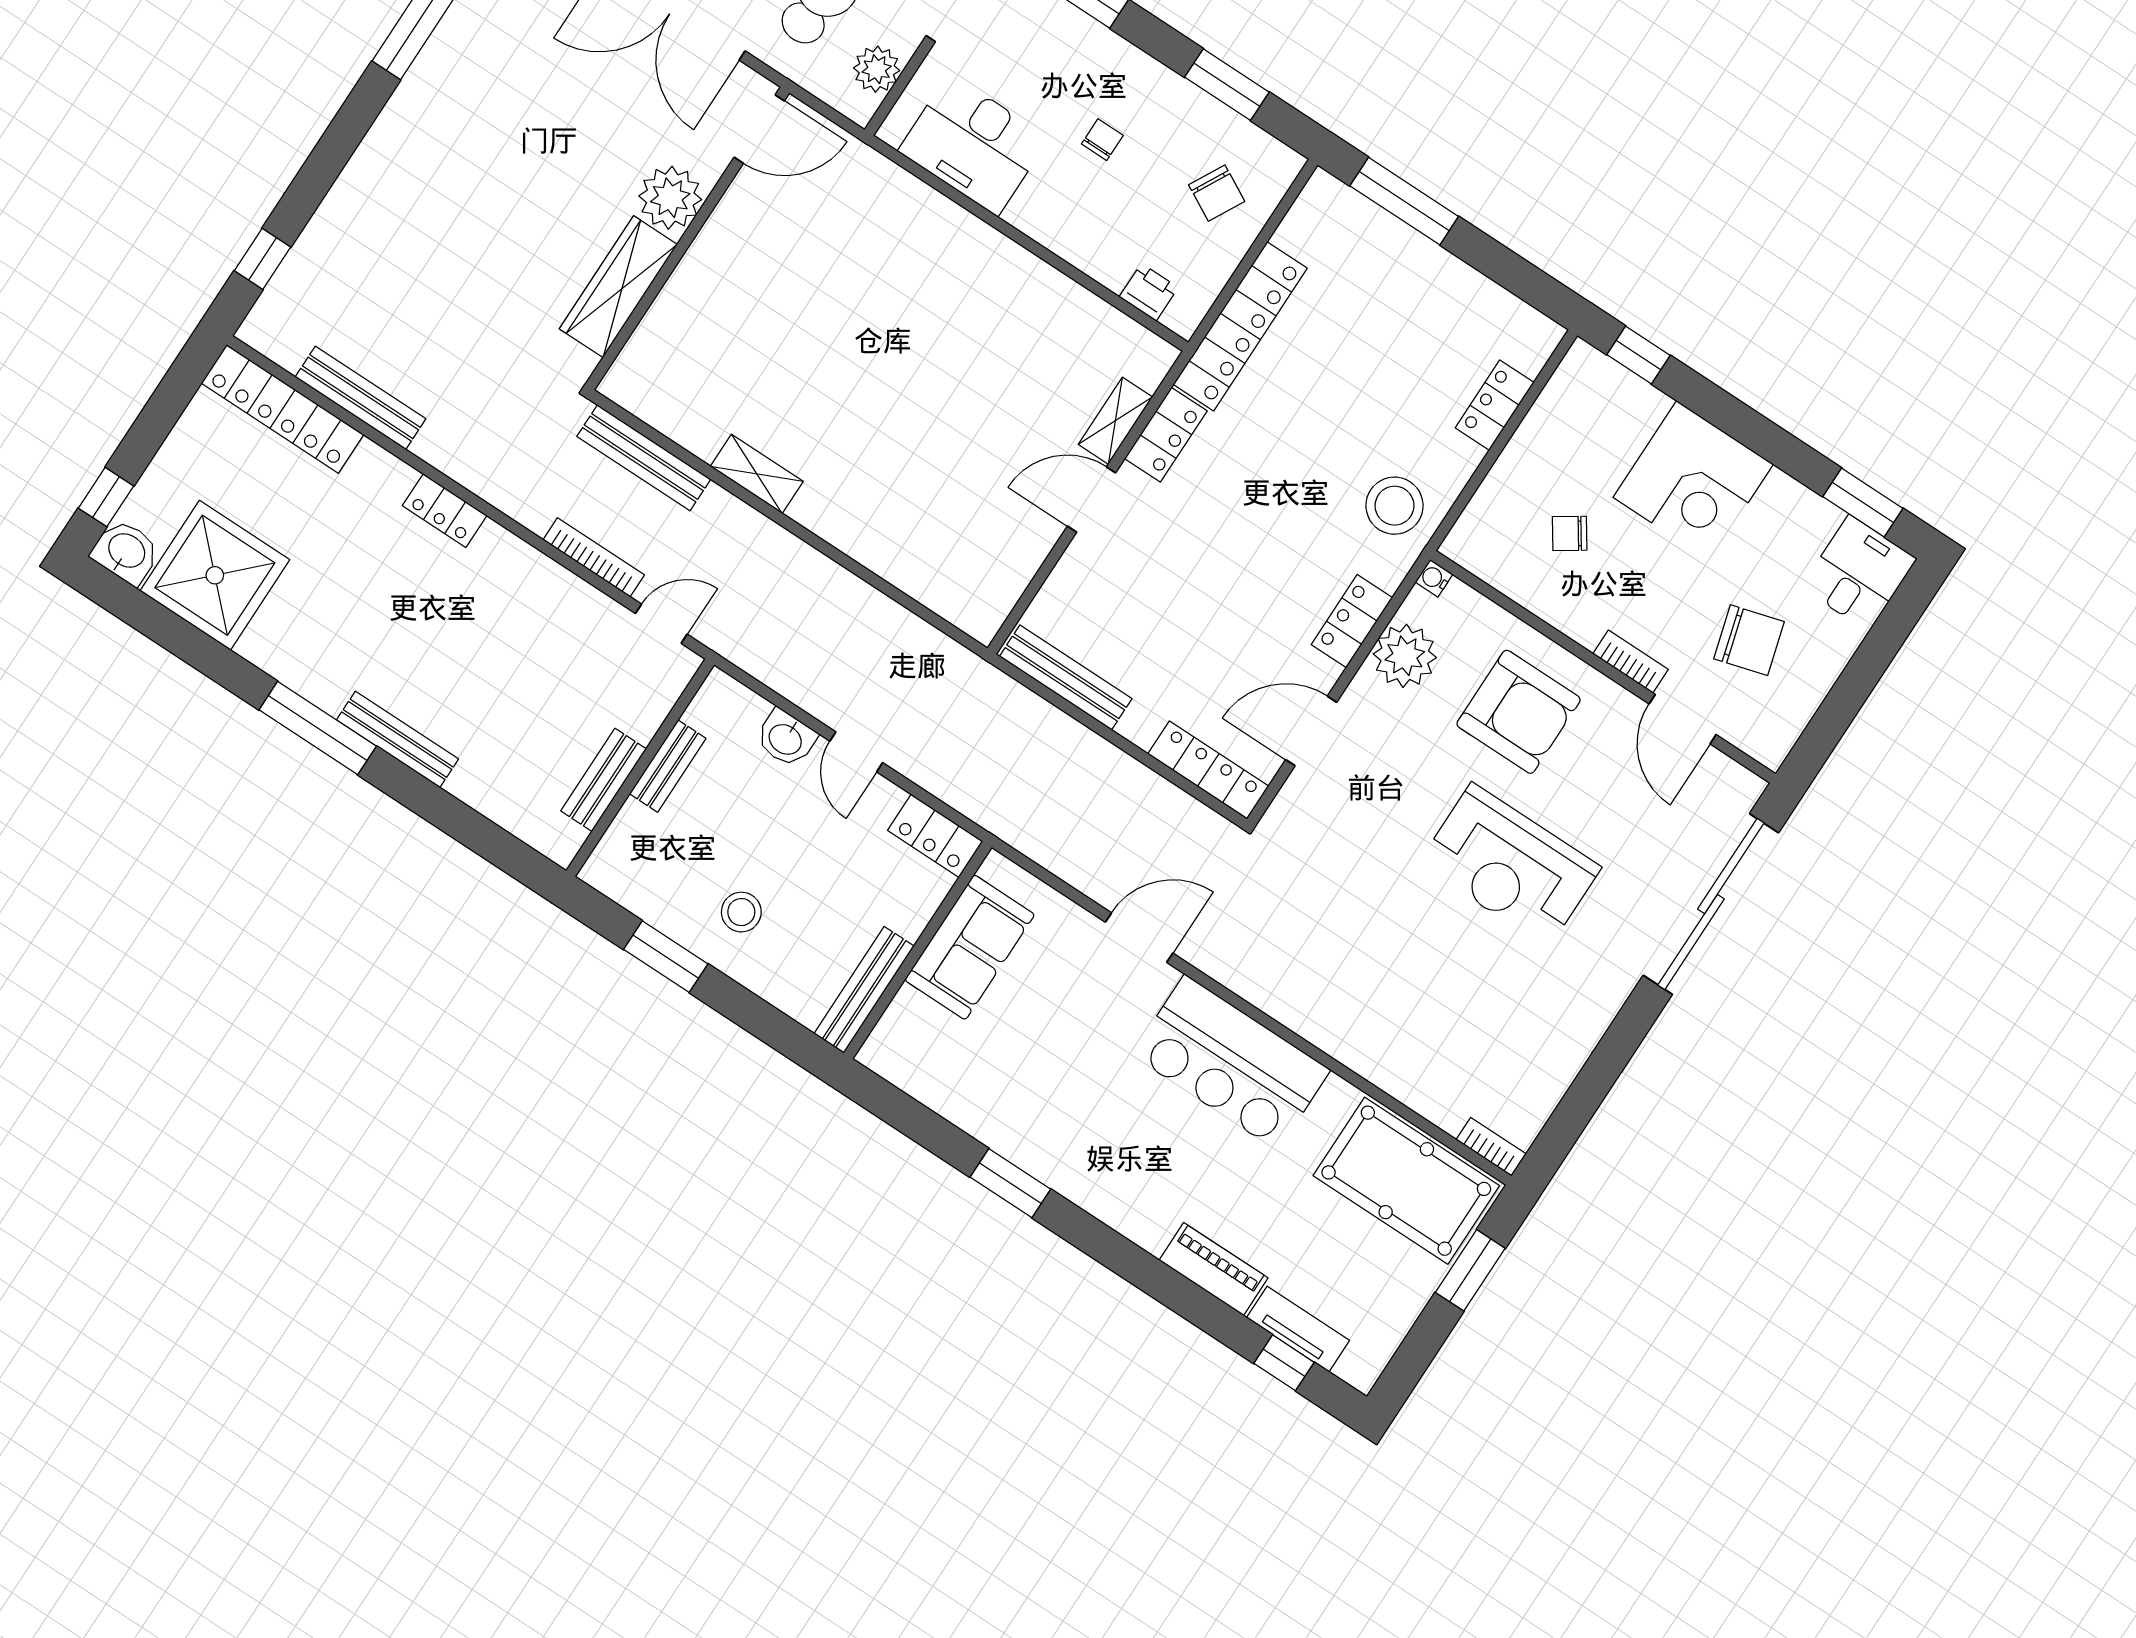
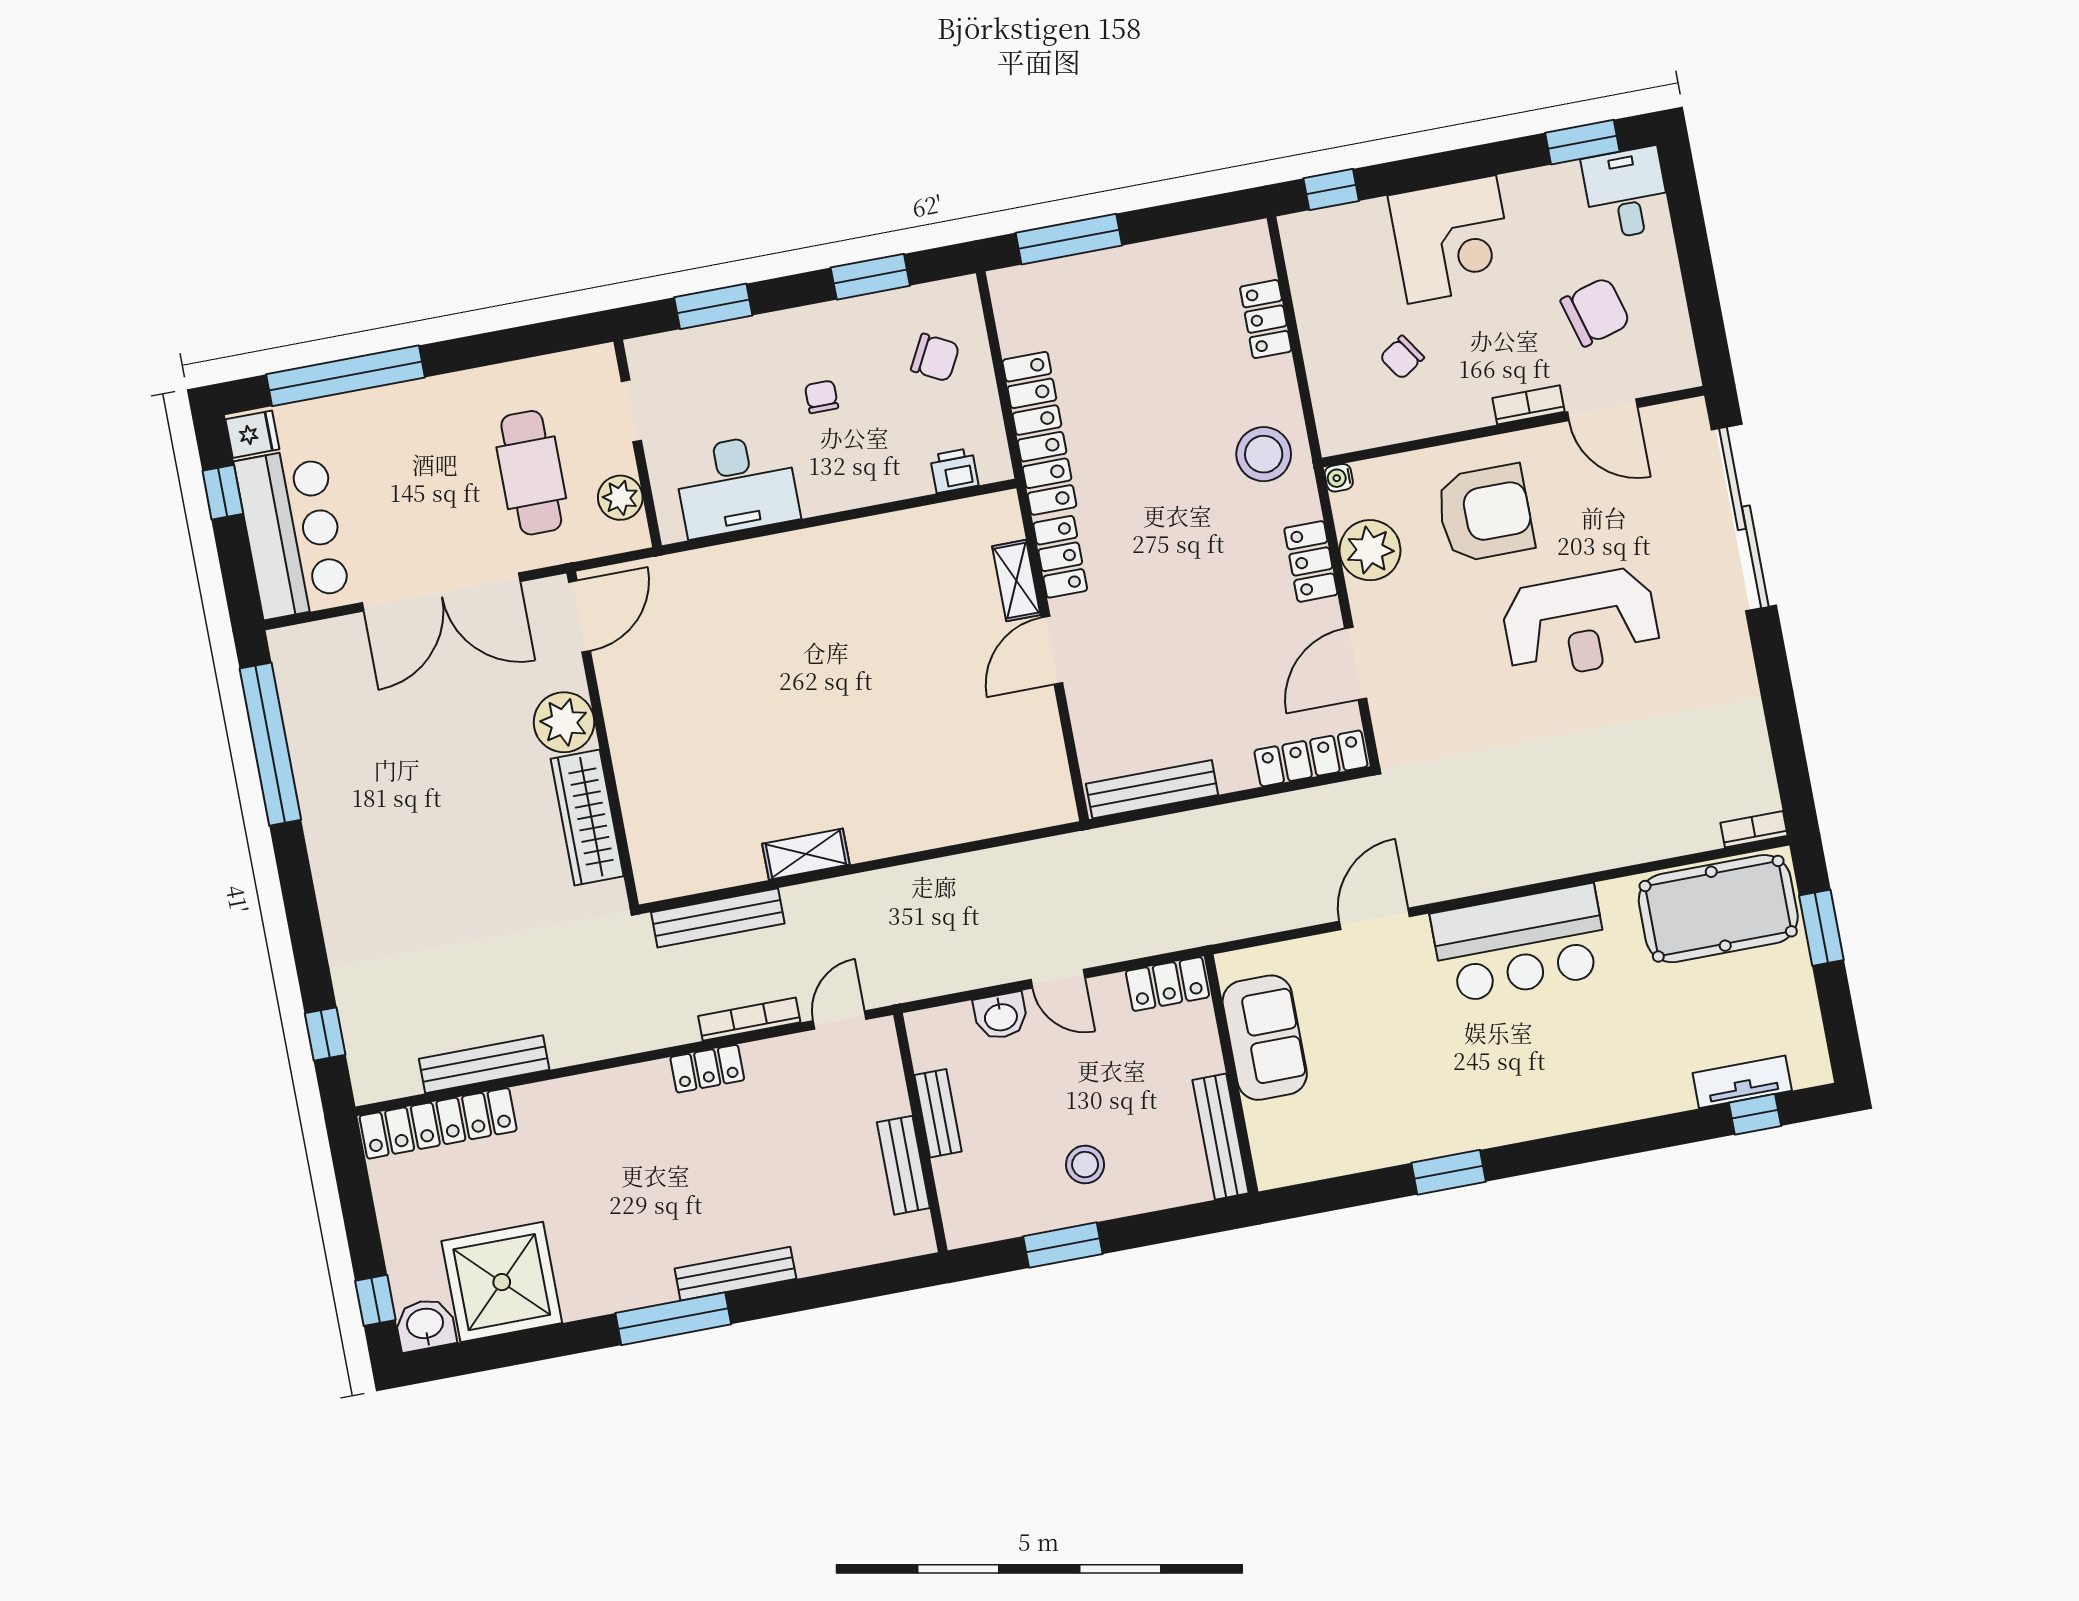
locker: (445, 511) -> (707, 1069), moved
piano: (1214, 1269) -> (1645, 1097), removed

